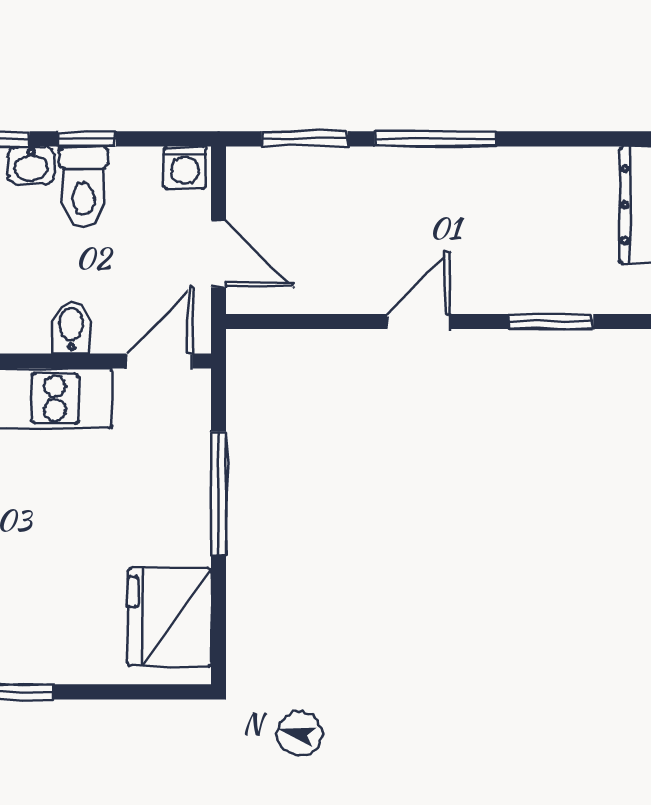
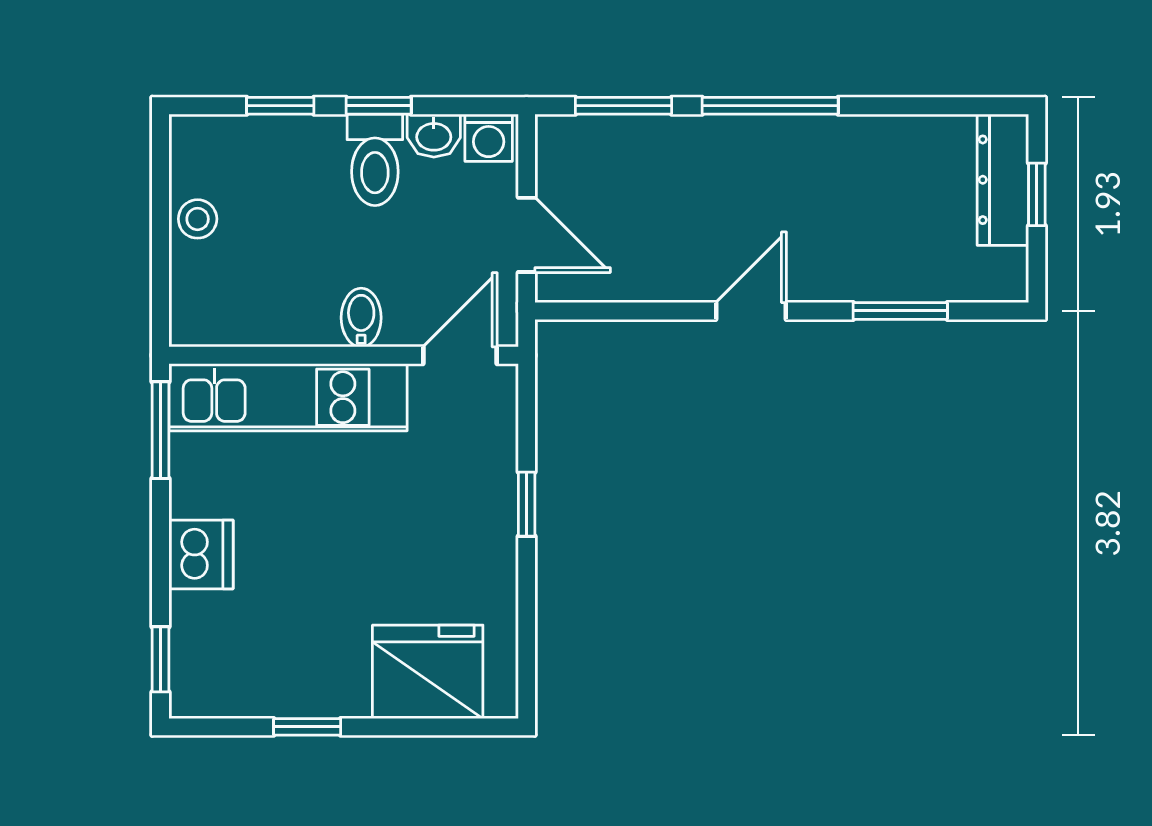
washbasin: (31, 165) -> (434, 136), moved
window: (219, 493) -> (527, 504), width x0.46
fridge: (170, 617) -> (428, 672), moved, turned 90

